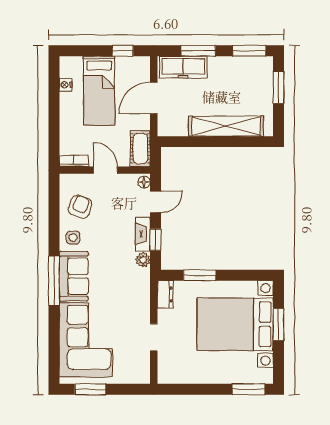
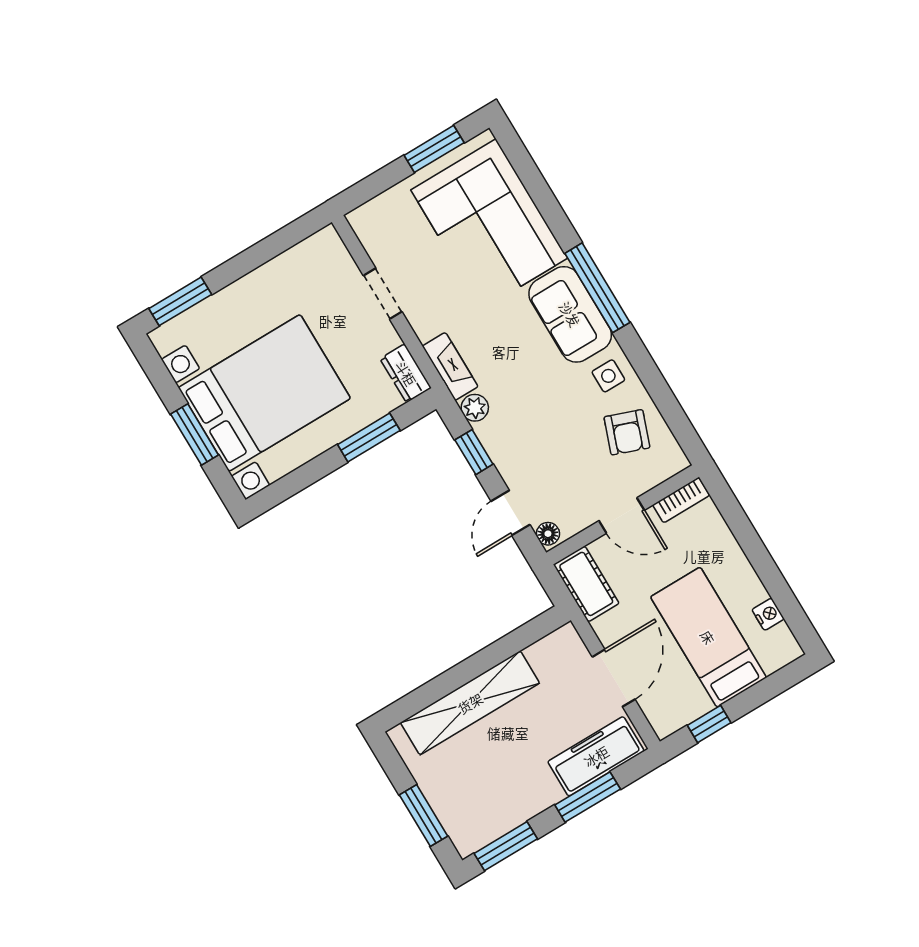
fireplace: (143, 234) -> (450, 366), moved

